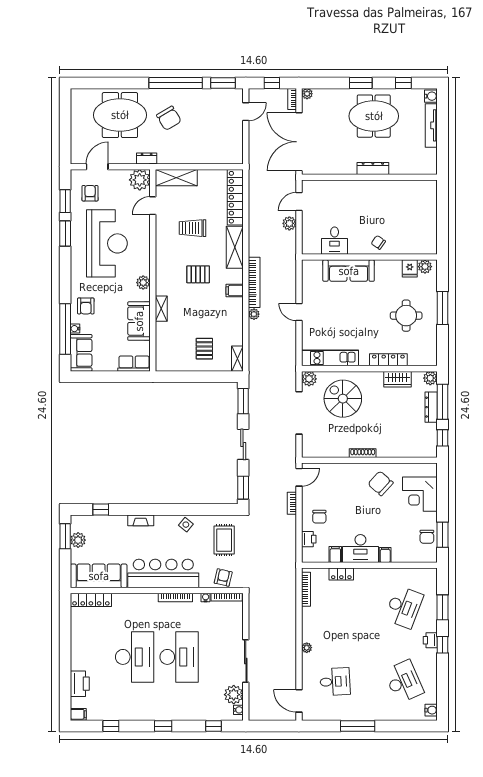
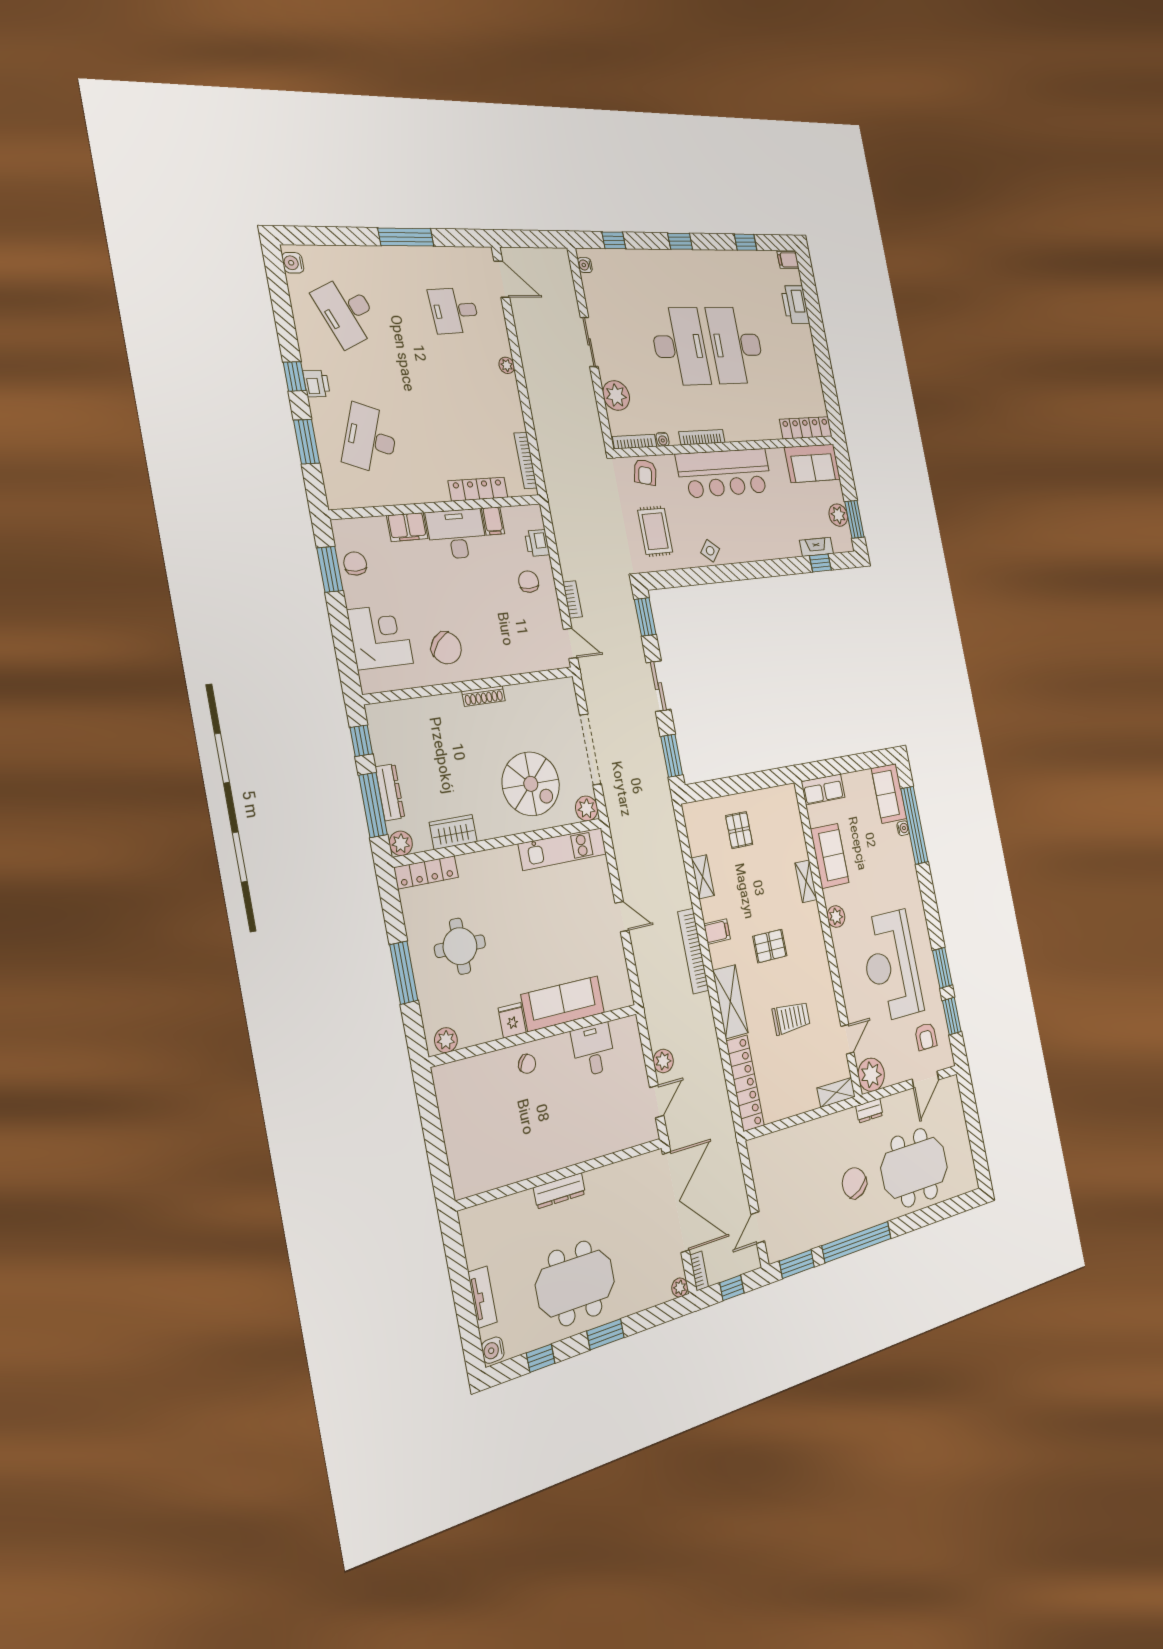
tv unit: (431, 125) -> (482, 1297), width x0.71
shelving: (176, 178) -> (836, 1092), width x0.67, depth x0.75
fridge: (410, 268) -> (512, 1020), moved
armchair: (86, 306) -> (897, 865), removed
plant: (254, 314) -> (684, 899), removed
shelving: (237, 359) -> (703, 877), moved
locker: (388, 360) -> (426, 872), moved
door: (299, 477) -> (570, 643), swing flipped
fireplace: (141, 520) -> (816, 547), moved
filing cabinet: (385, 555) -> (407, 527), width x2.00
locker: (341, 574) -> (478, 489), width x1.53
sofa: (99, 576) -> (812, 463), width x0.73
desk: (179, 657) -> (680, 346), turned 180
sliding door: (246, 661) -> (589, 342), width x0.73
plant: (234, 695) -> (616, 395), moved

